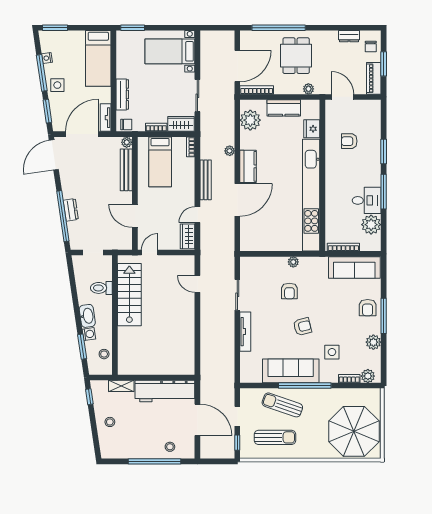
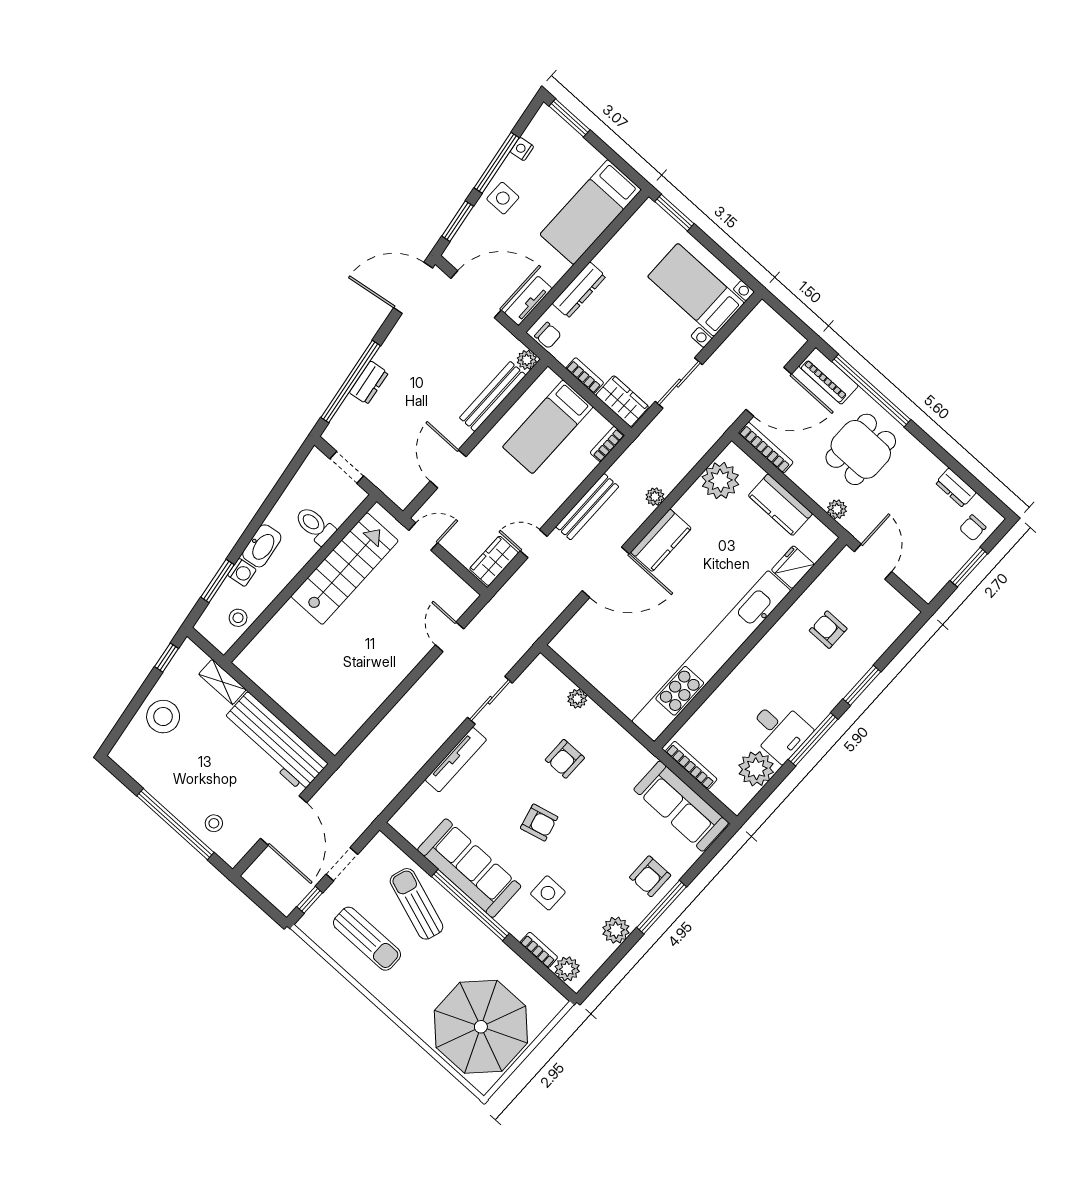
piano: (374, 78) -> (829, 376), moved, turned -90
plant: (293, 262) -> (577, 699), moved
stool: (110, 422) -> (163, 717), width x1.89, depth x1.89

